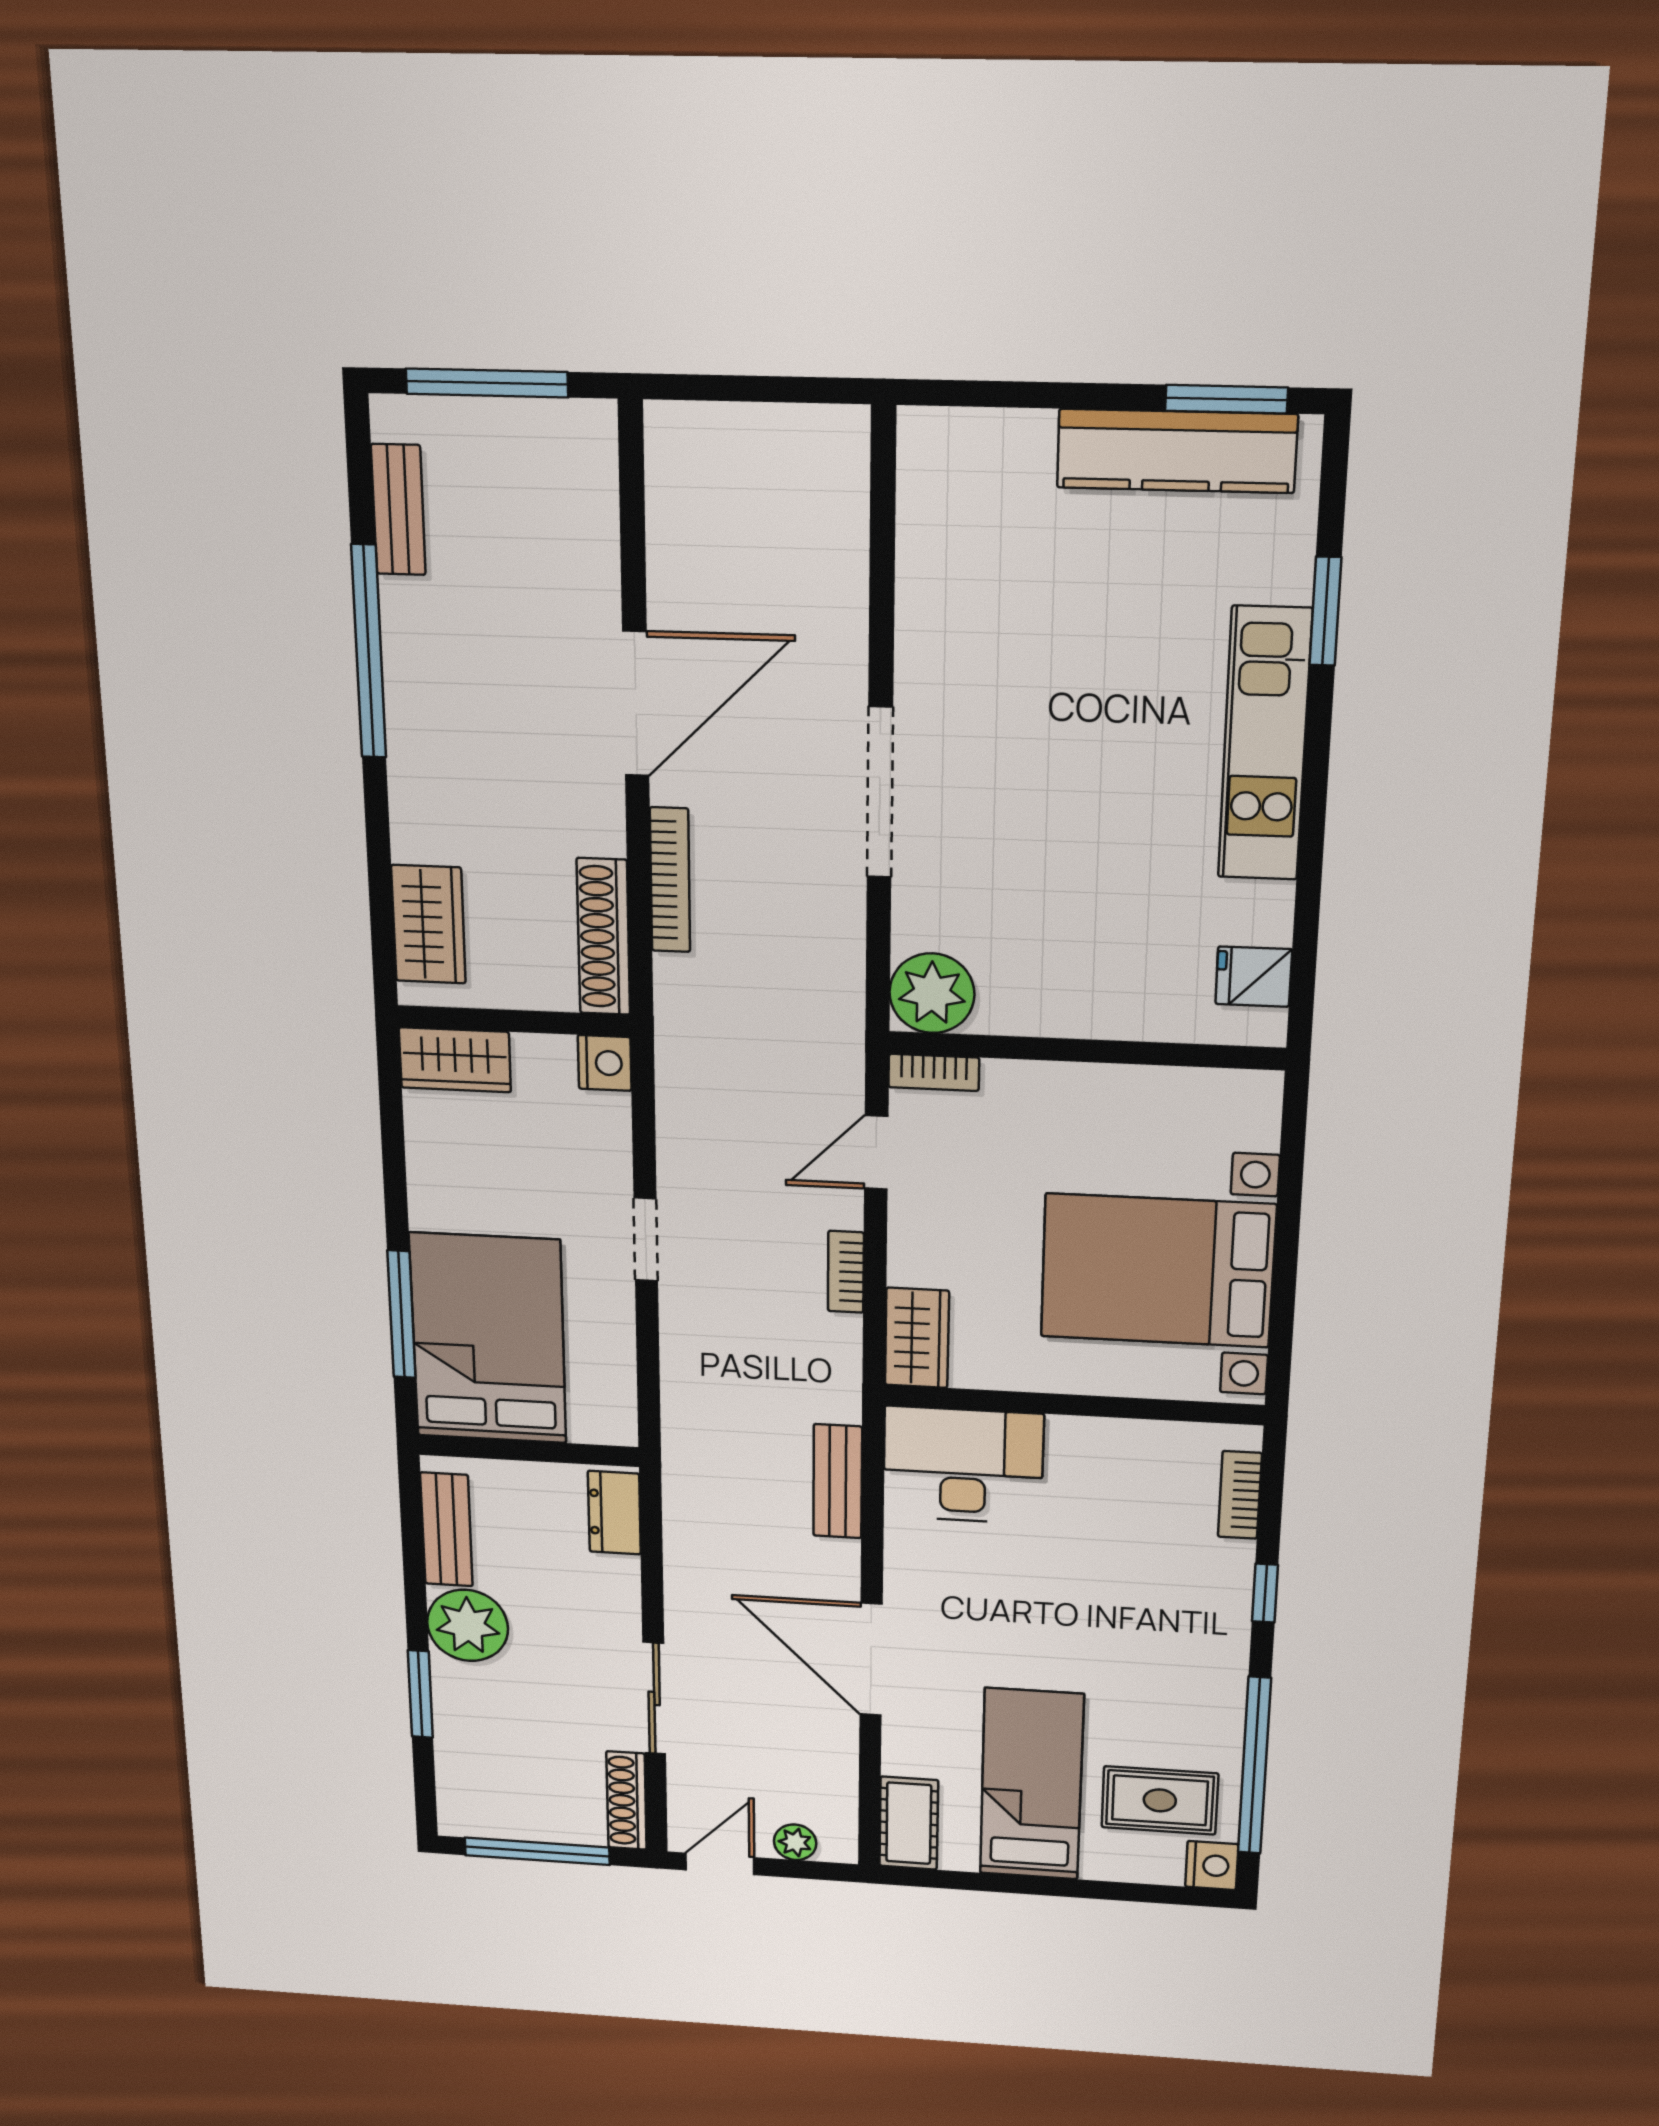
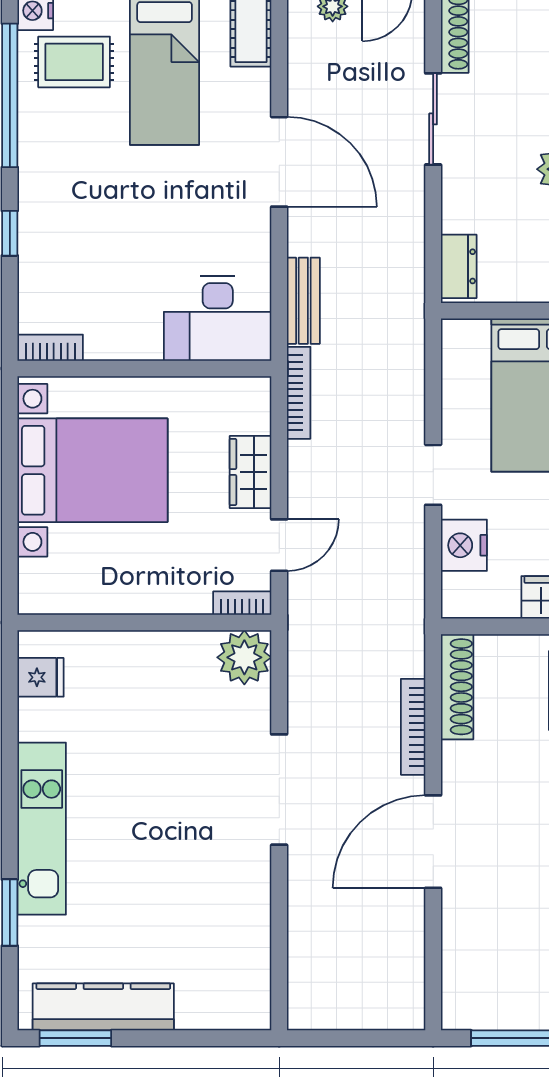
nightstand: (605, 1063) -> (464, 545), moved, width x1.36, depth x1.33
bookcase: (846, 1272) -> (299, 393), moved, width x1.56
wardrobe: (917, 1338) -> (251, 472), moved
bookcase: (1240, 1495) -> (50, 348), moved, turned -90

